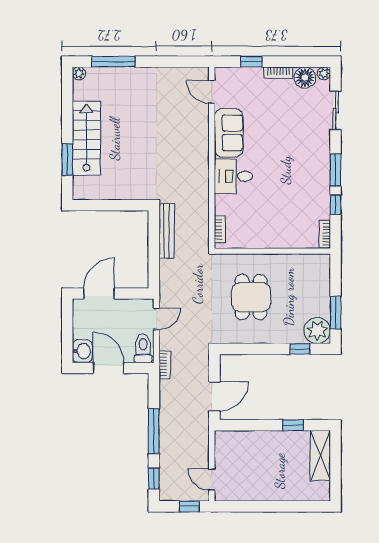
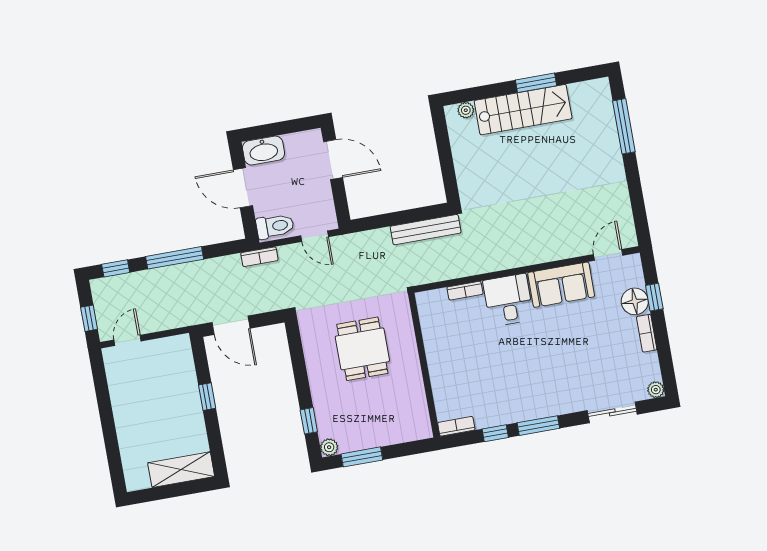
plant: (79, 73) -> (466, 110), moved
floor lamp: (305, 78) -> (635, 301), moved
window: (67, 160) -> (536, 83), moved
bookcase: (220, 229) -> (465, 291), moved
dining table: (251, 297) -> (362, 349), turned 90
plant: (317, 331) -> (329, 447), width x0.53, depth x0.53
washbasin: (82, 351) -> (264, 151), width x1.38
door: (109, 368) -> (243, 188), swing flipped
window: (293, 425) -> (207, 397), moved

